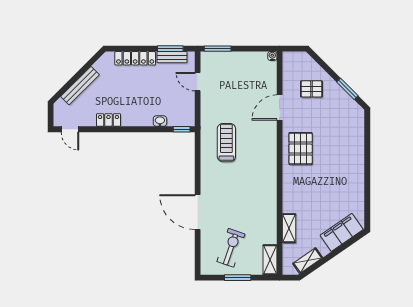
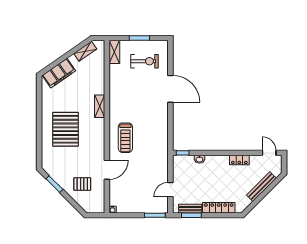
door: (198, 82) -> (170, 190), swing flipped
treadmill: (226, 143) -> (125, 138), moved
pallet: (301, 149) -> (66, 129), moved, width x1.37, depth x1.41
shelving: (289, 228) -> (100, 106), moved
exercise bike: (231, 248) -> (145, 61), turned -109

